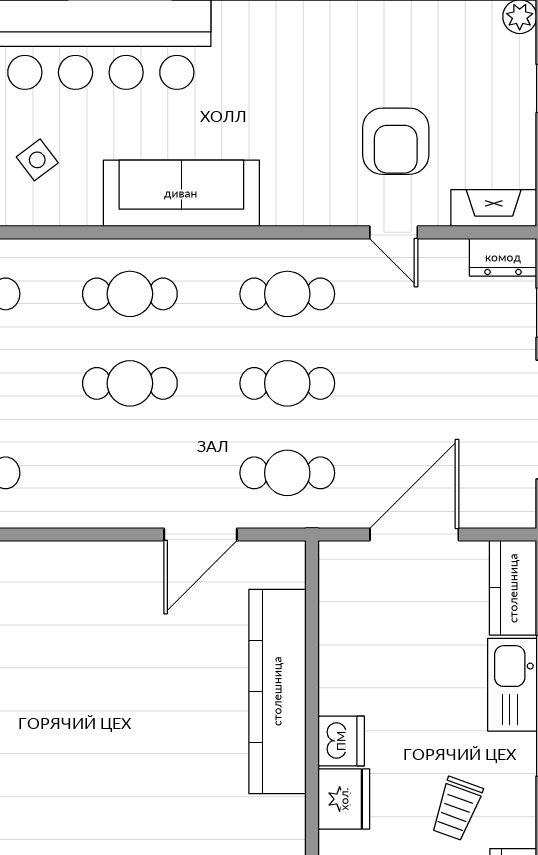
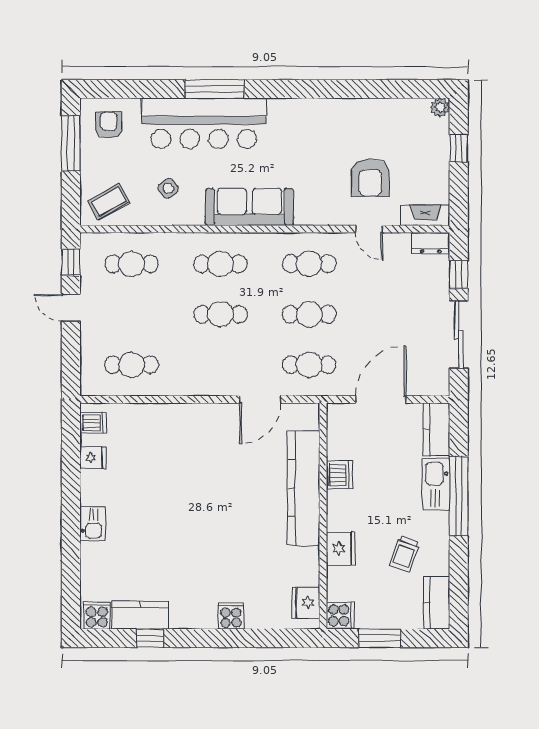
dishwasher: (341, 741) -> (339, 475), moved

